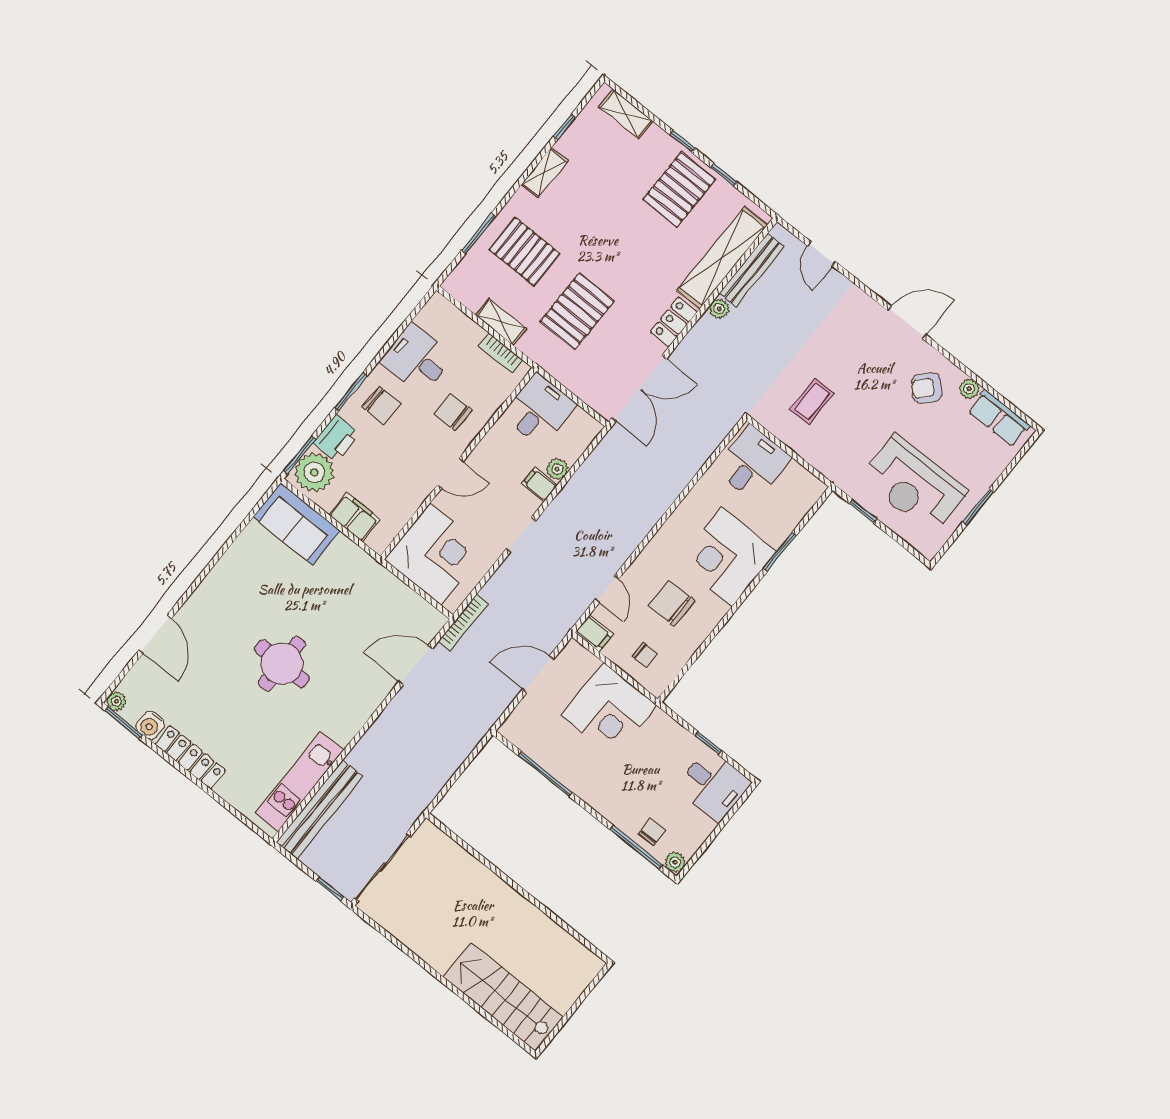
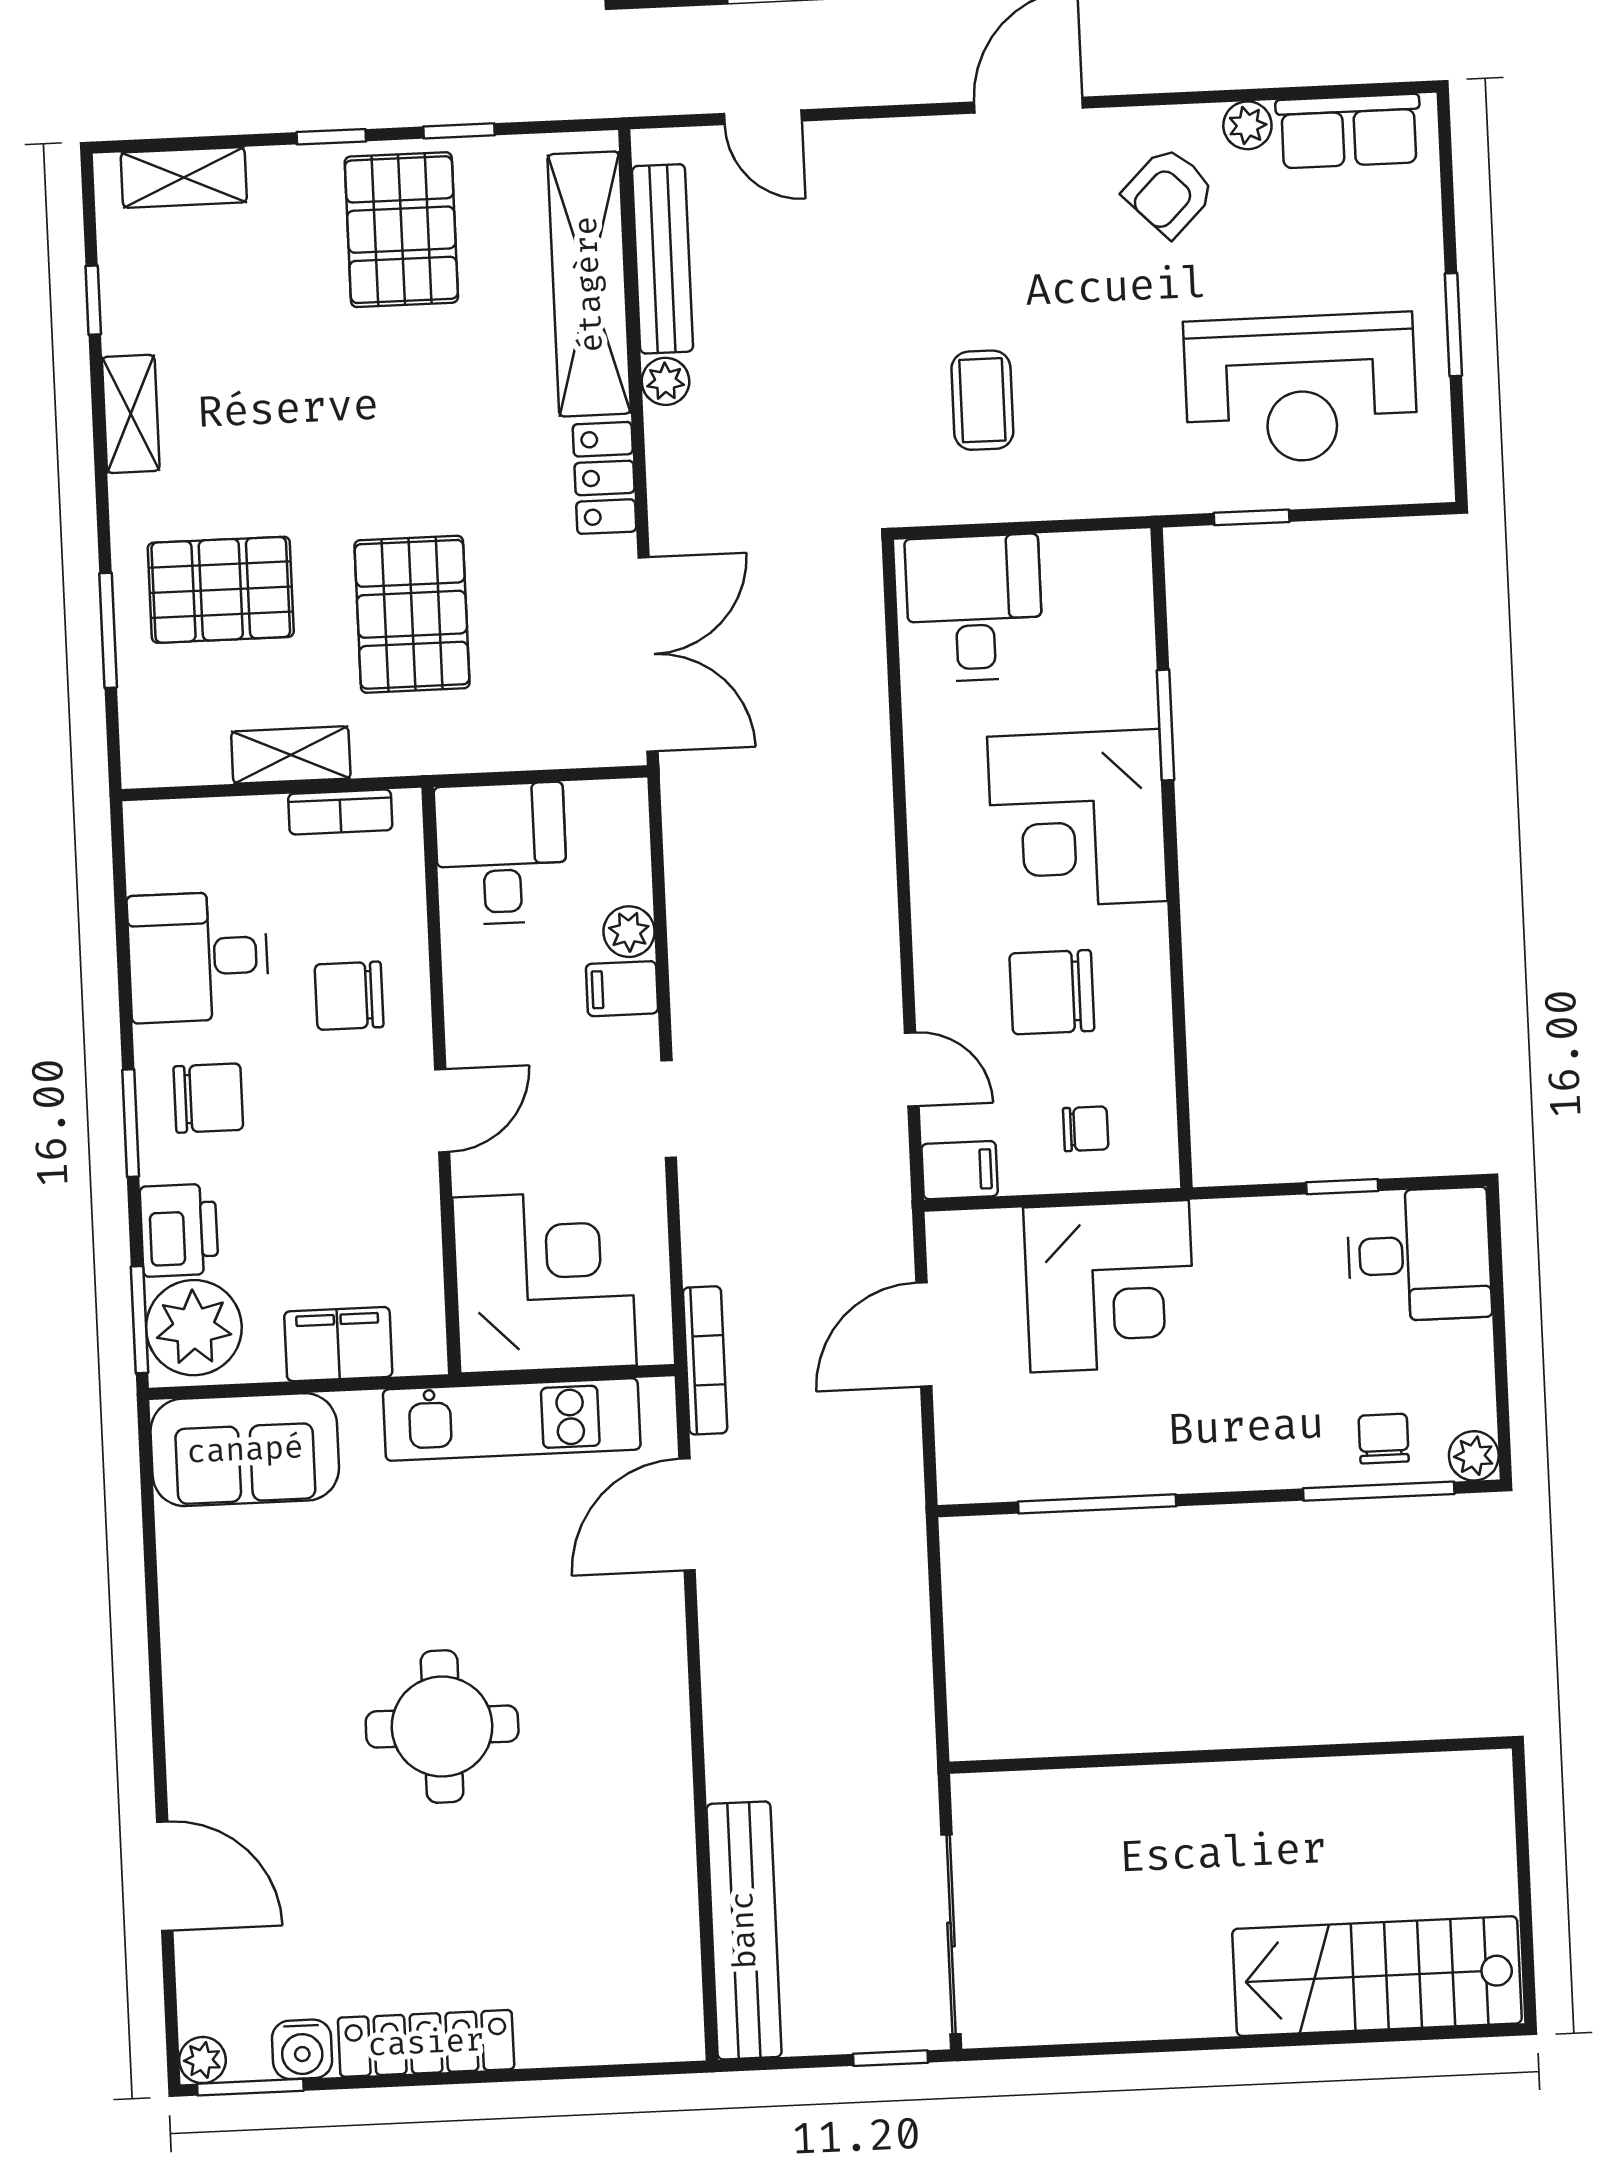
kitchen unit: (299, 782) -> (512, 1420), moved, turned -90

